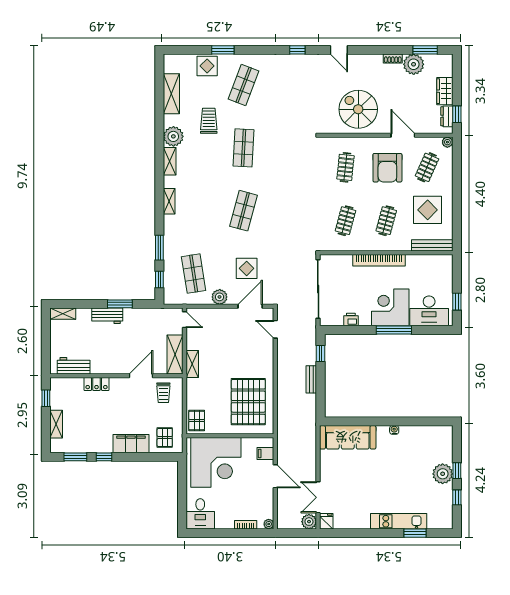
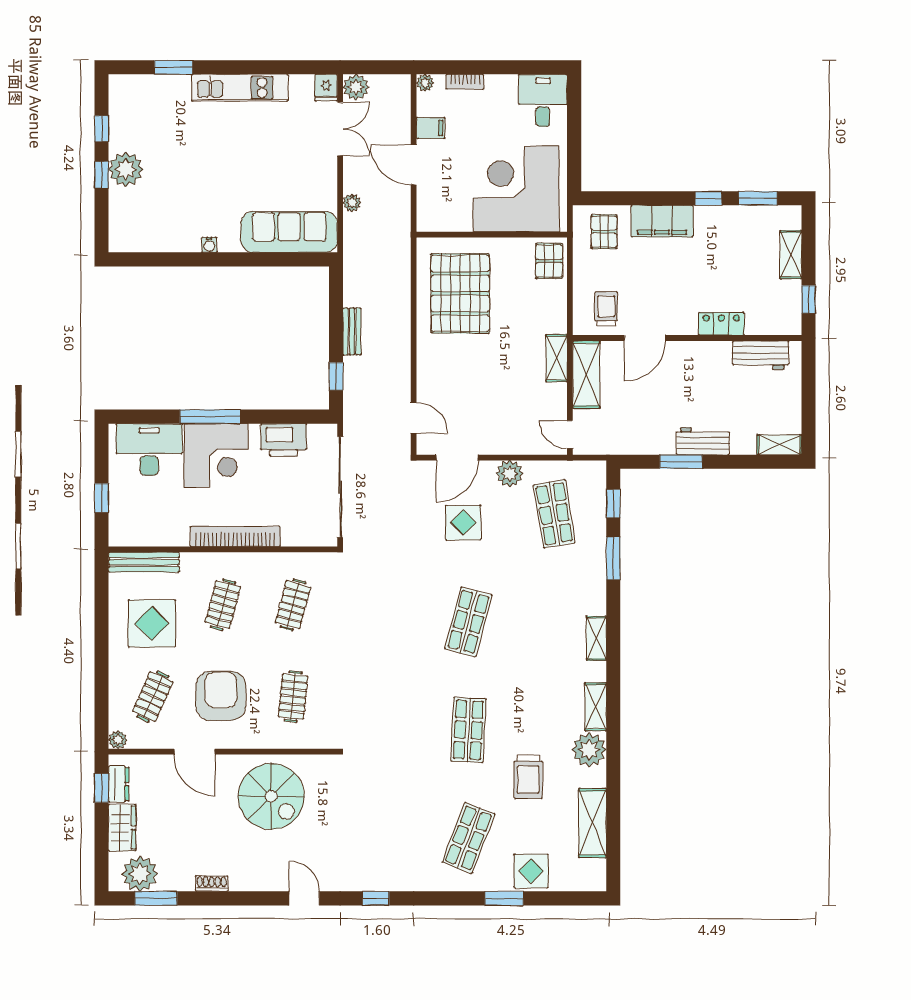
plant: (414, 64) -> (140, 874), moved
window: (457, 302) -> (102, 498), moved
printer: (351, 320) -> (284, 440), width x1.87, depth x1.48
filing cabinet: (265, 453) -> (431, 128), moved
plant: (311, 454) -> (352, 203), added
kitchen unit: (399, 521) -> (240, 88), moved

